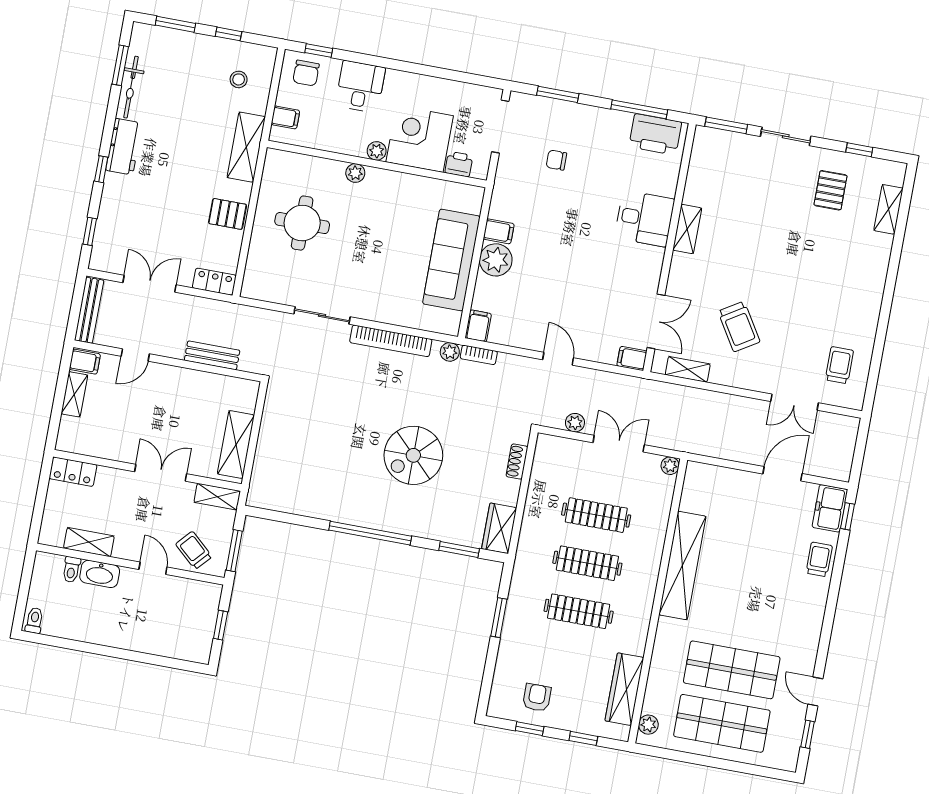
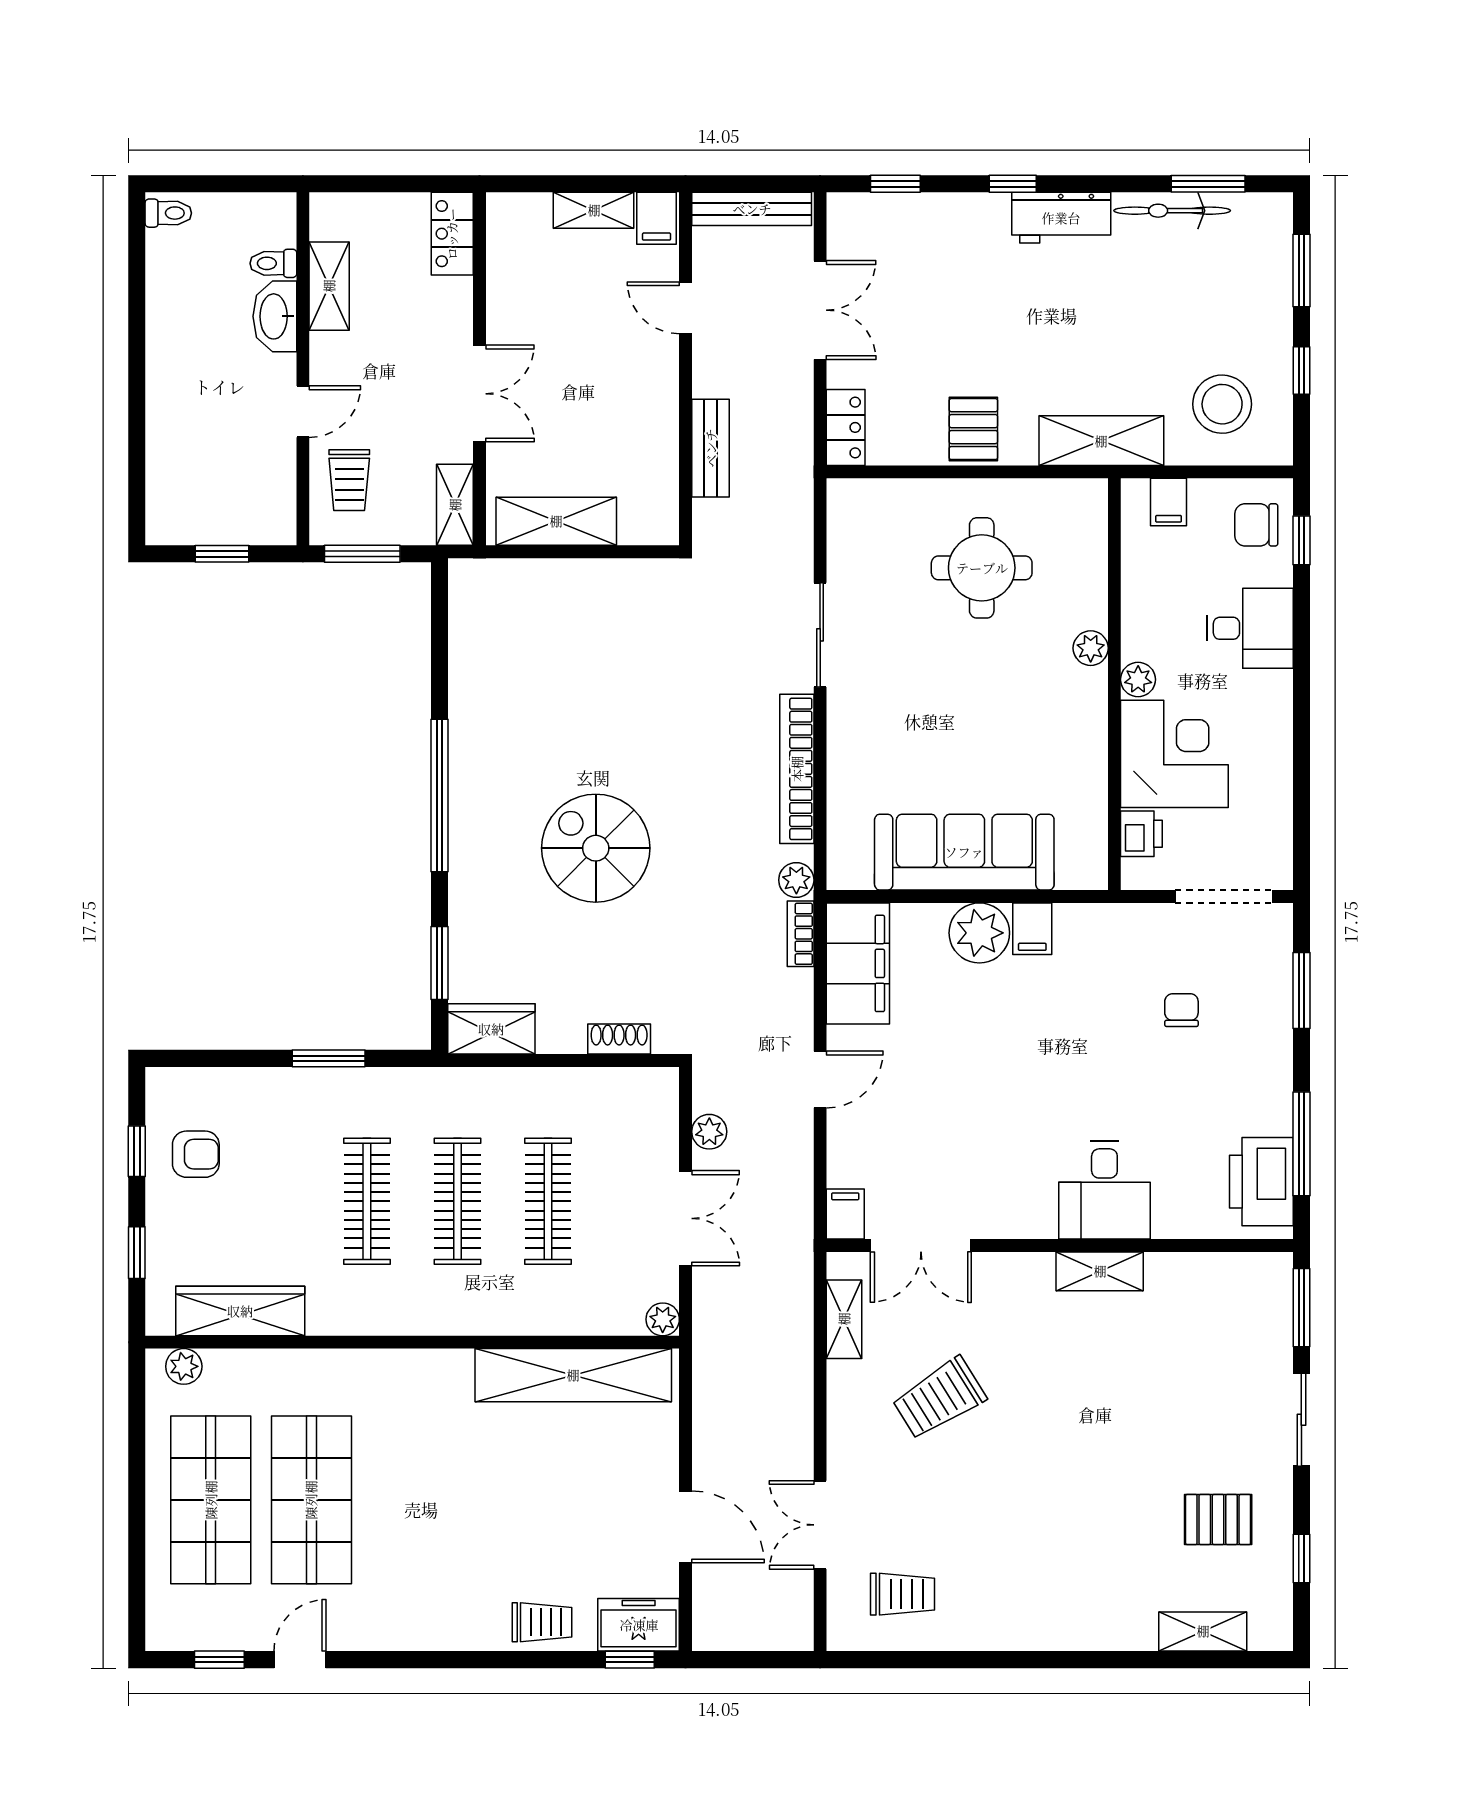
stool: (239, 79) -> (1222, 404), width x1.89, depth x1.89
filing cabinet: (478, 326) -> (858, 963), width x3.00, depth x1.17
trolley: (194, 550) -> (349, 480), turned 138
shelving: (682, 565) -> (573, 1375), moved

